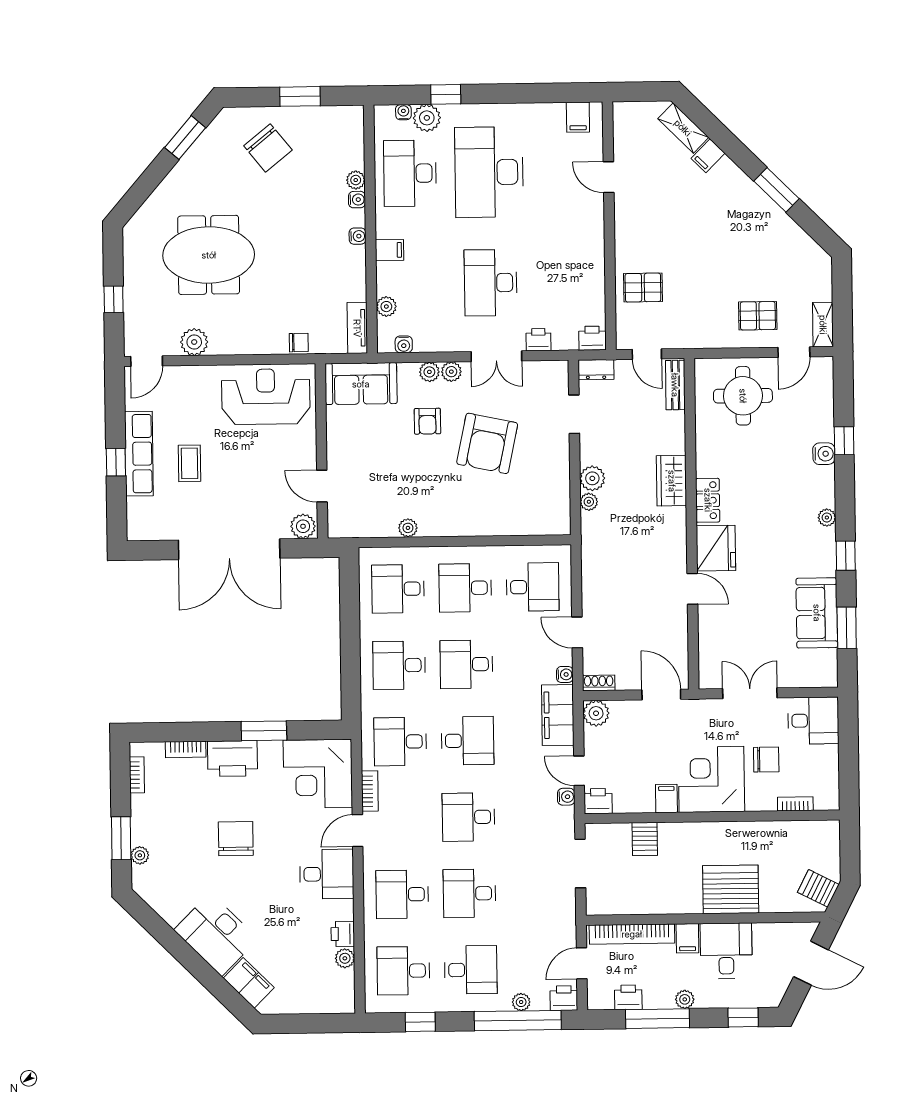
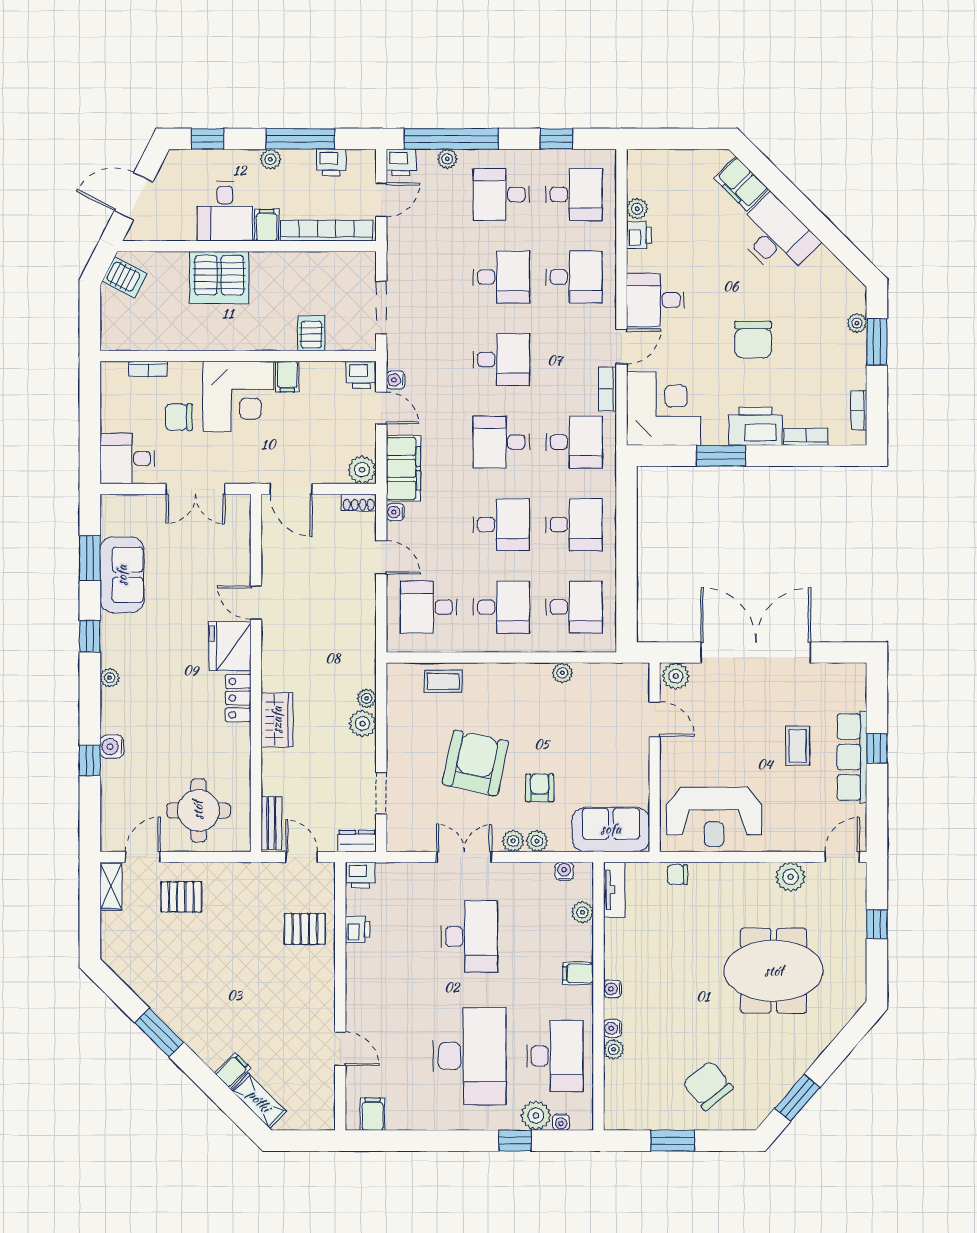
printer: (538, 340) -> (358, 929), moved, turned -90
coffee table: (518, 518) -> (443, 681), added

